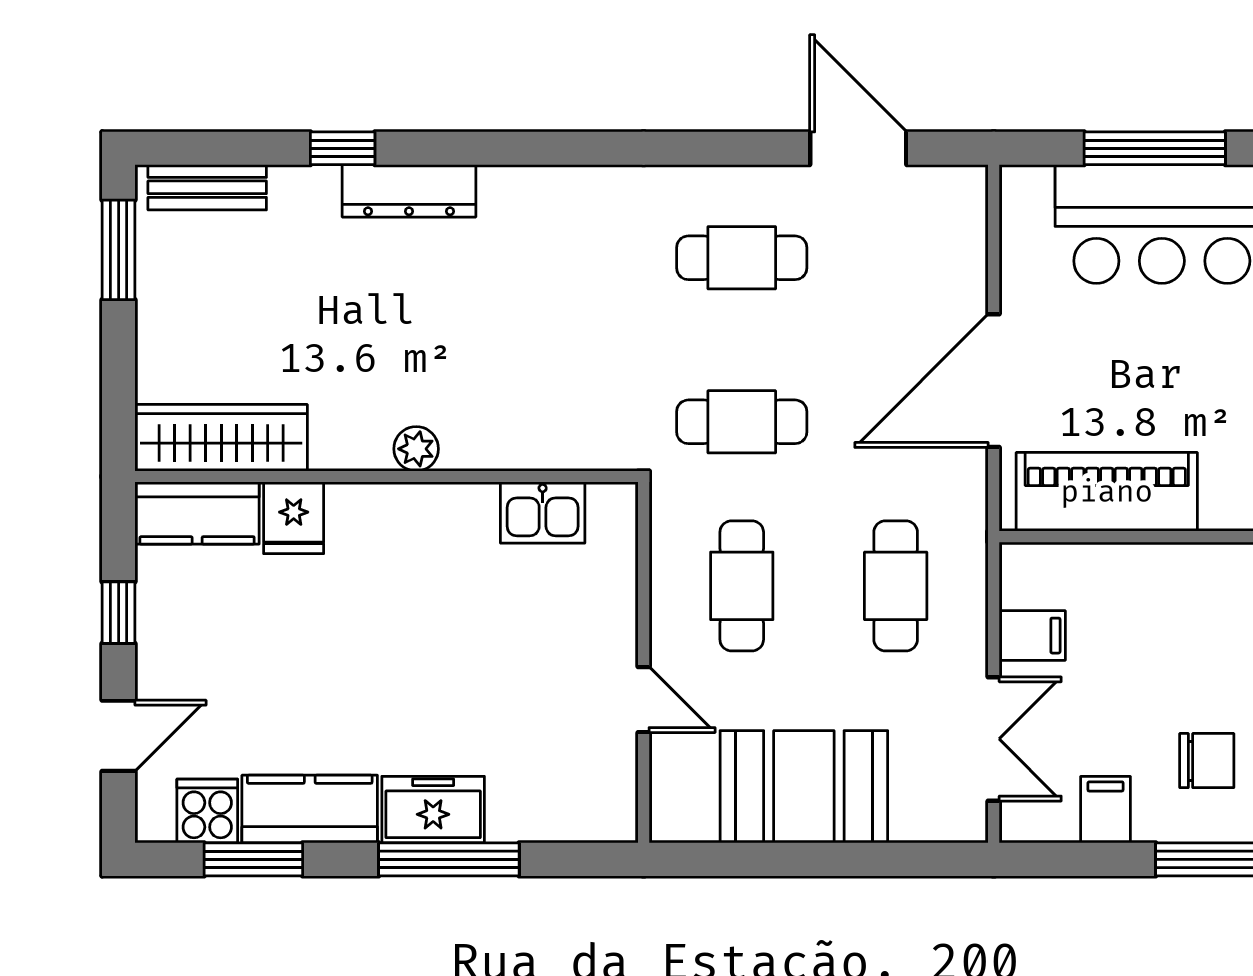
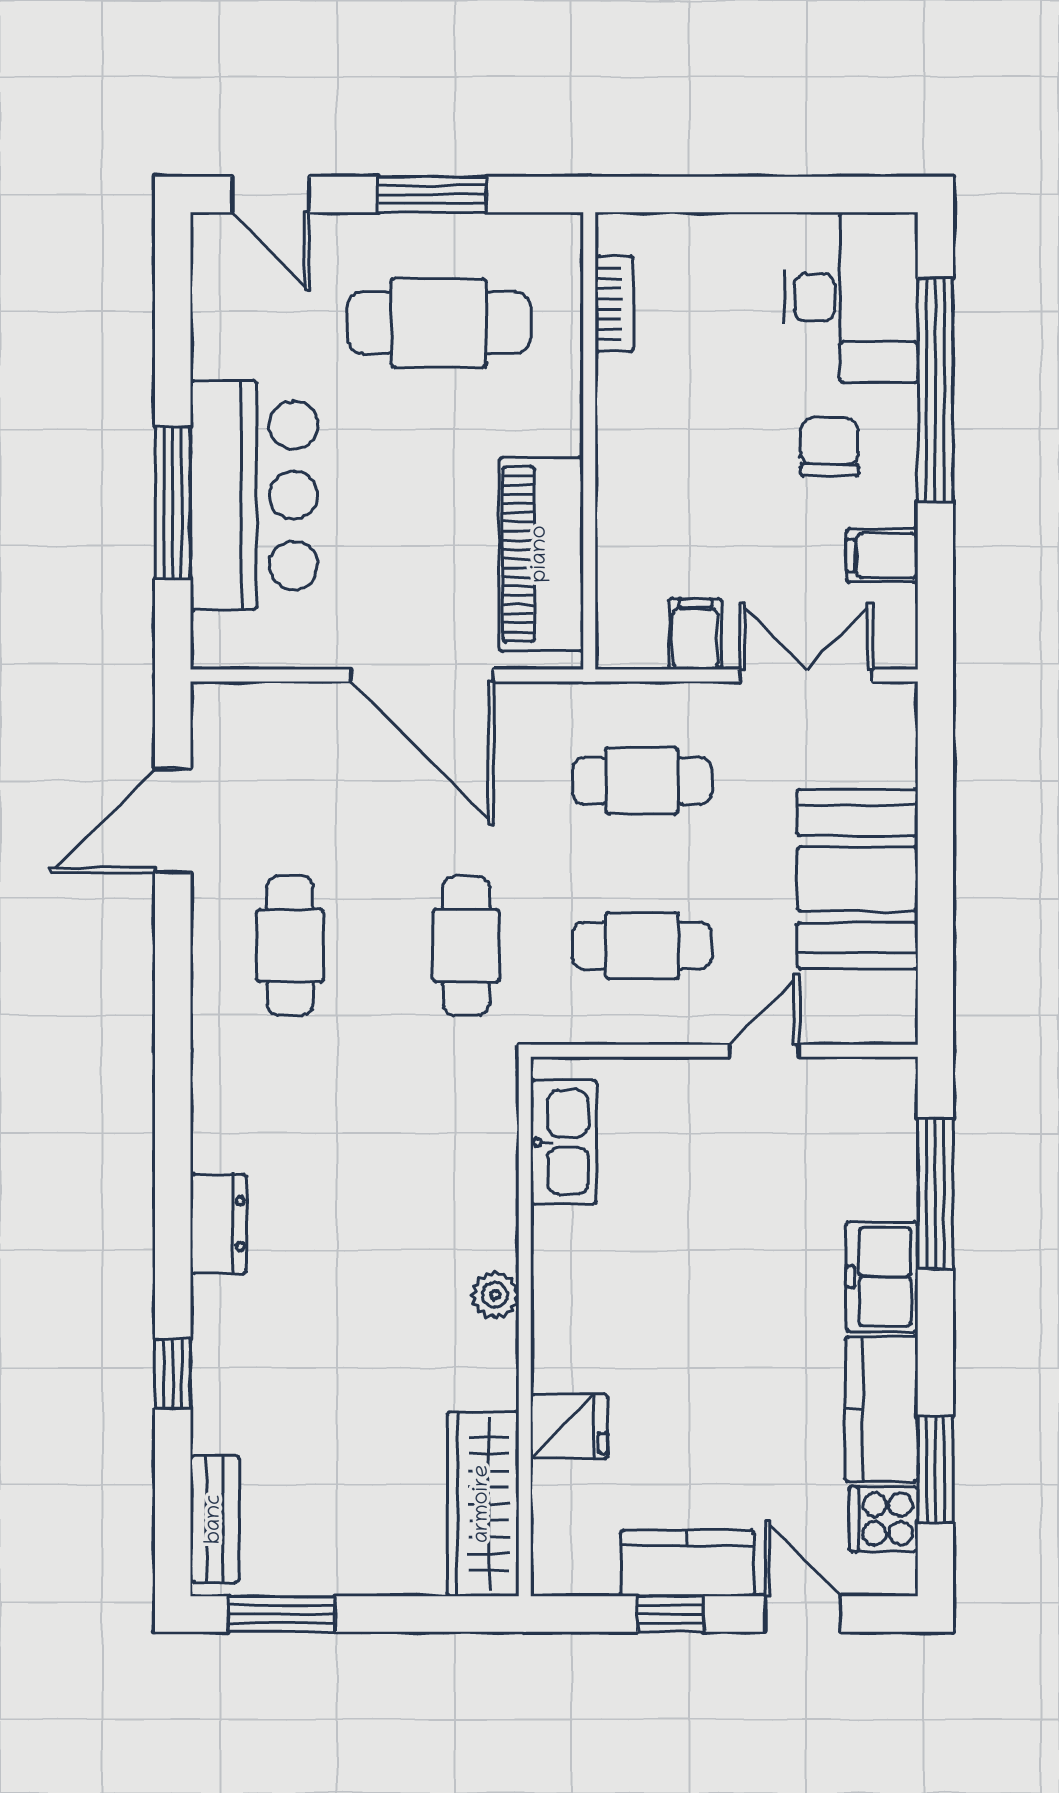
dresser: (409, 191) -> (218, 1224), moved, width x0.70
kitchen counter: (197, 513) -> (687, 1563), moved, turned -90
kitchen sink: (543, 513) -> (563, 1142), width x1.38
window: (449, 859) -> (935, 1194), moved

